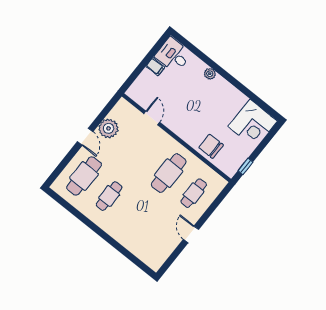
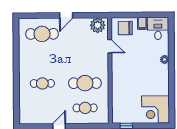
door: (152, 118) -> (110, 46), hinge flipped
plant: (108, 128) -> (98, 25), moved
chair: (211, 146) -> (125, 28), moved, turned -90
cafe table: (109, 196) -> (42, 83), moved

